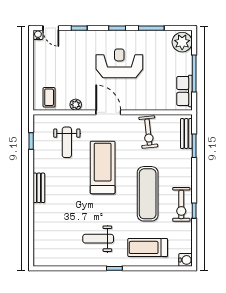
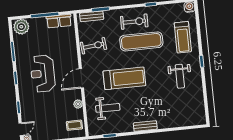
treadmill: (103, 167) -> (124, 78), turned 180
exercise bike: (181, 204) -> (134, 22), moved

